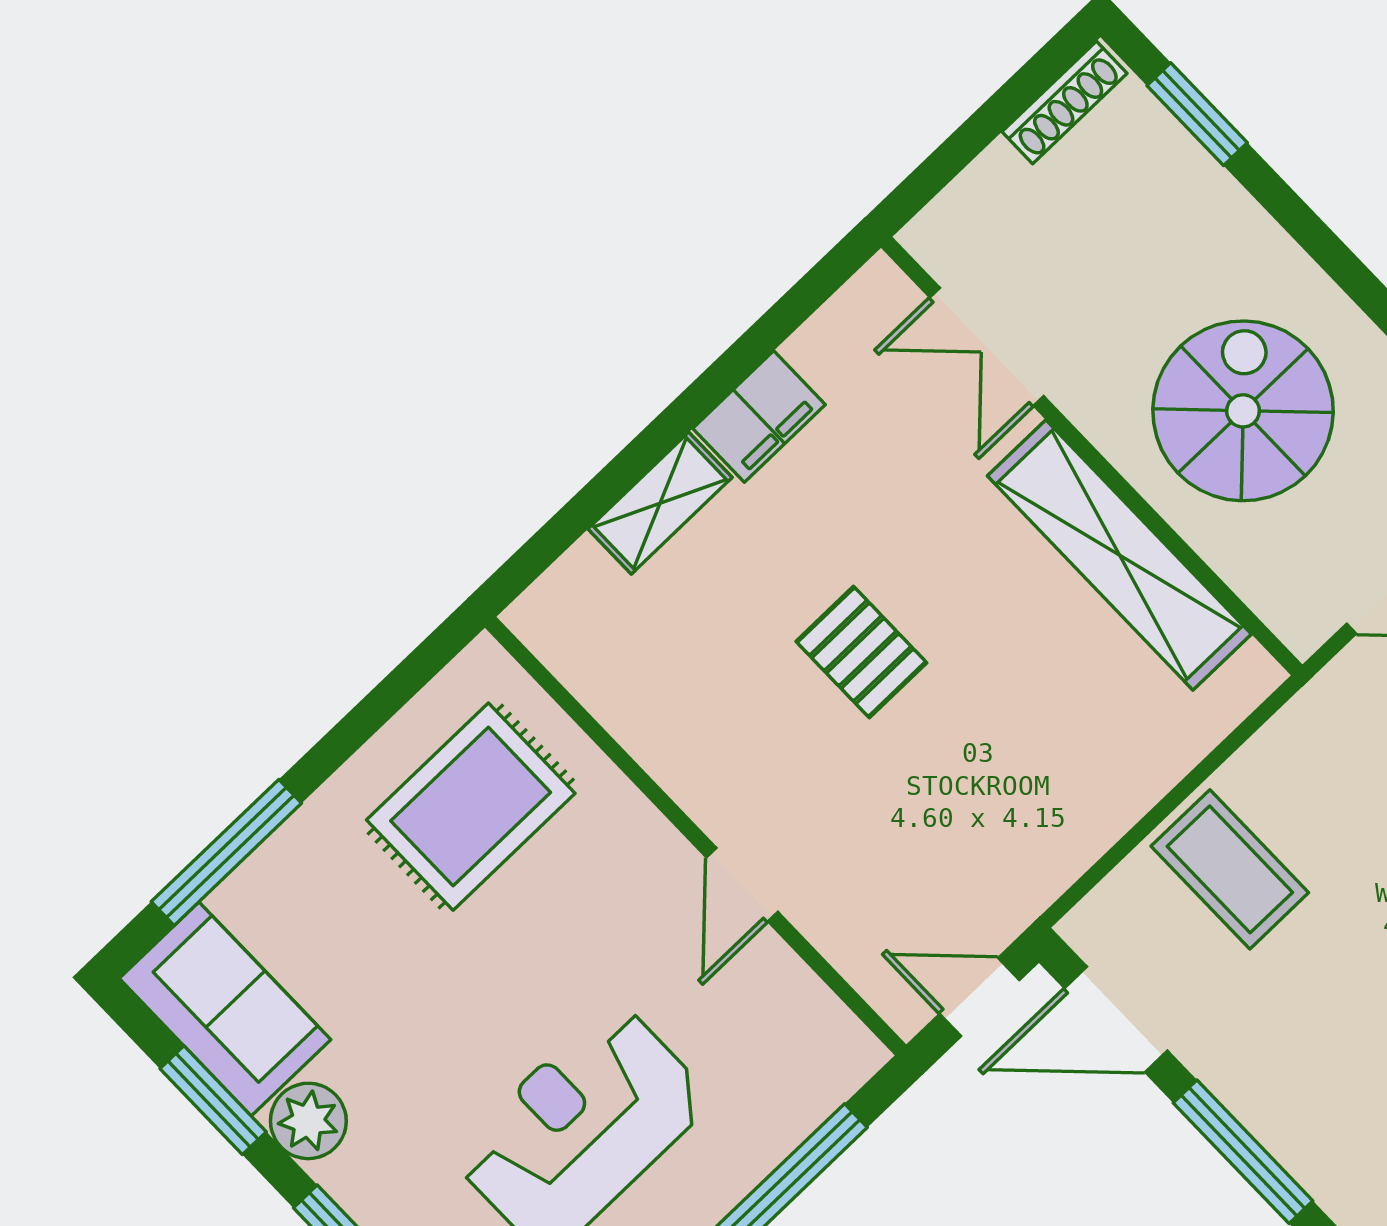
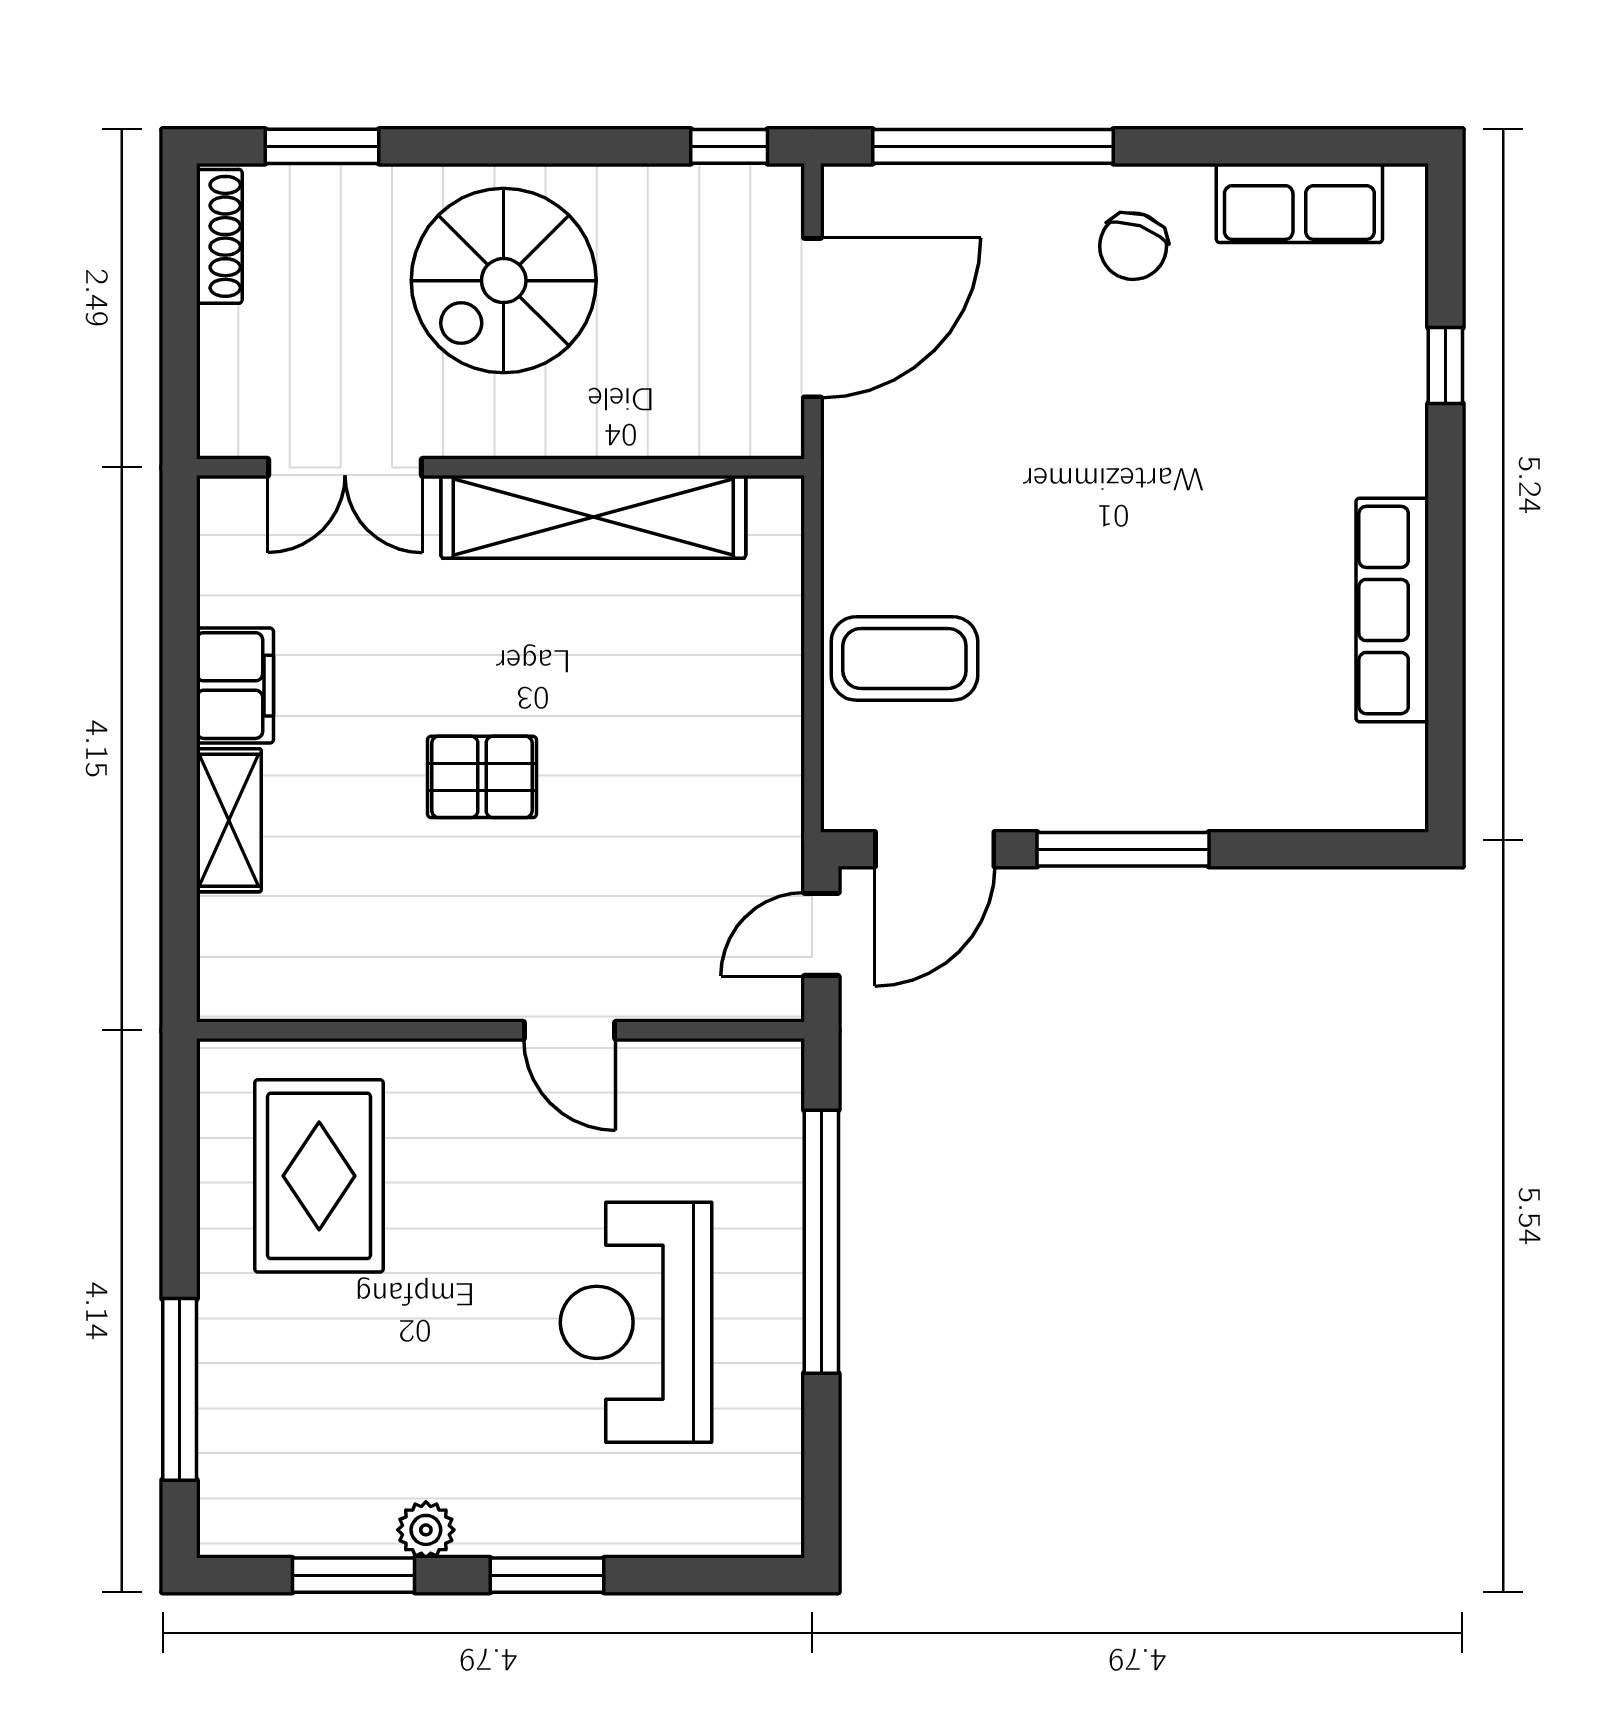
spiral stairs: (1243, 411) -> (504, 281), moved, turned -90
sofa: (225, 1009) -> (294, 1502), removed
plant: (308, 1121) -> (426, 1530), width x0.73, depth x0.73

